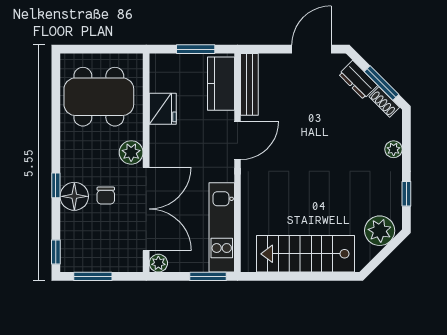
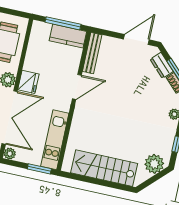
window: (196, 49) -> (63, 23), width x1.44
kitchen counter: (221, 84) -> (68, 36), moved, turned -90
fridge: (163, 109) -> (28, 82), moved

